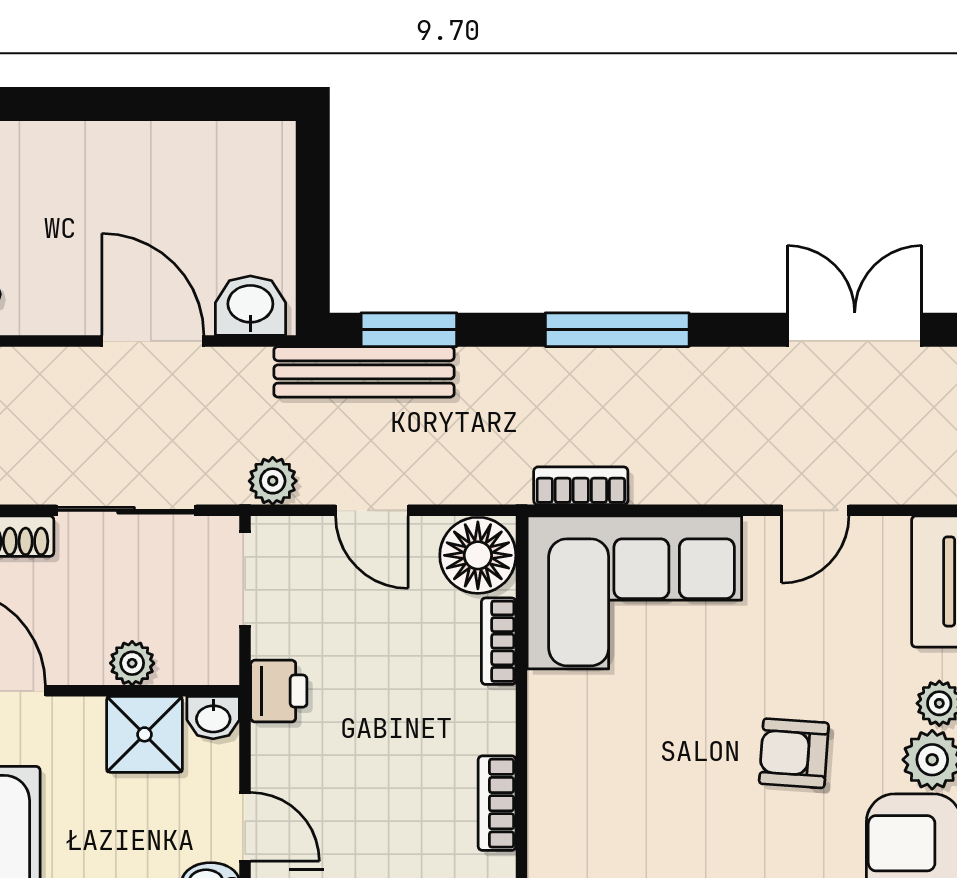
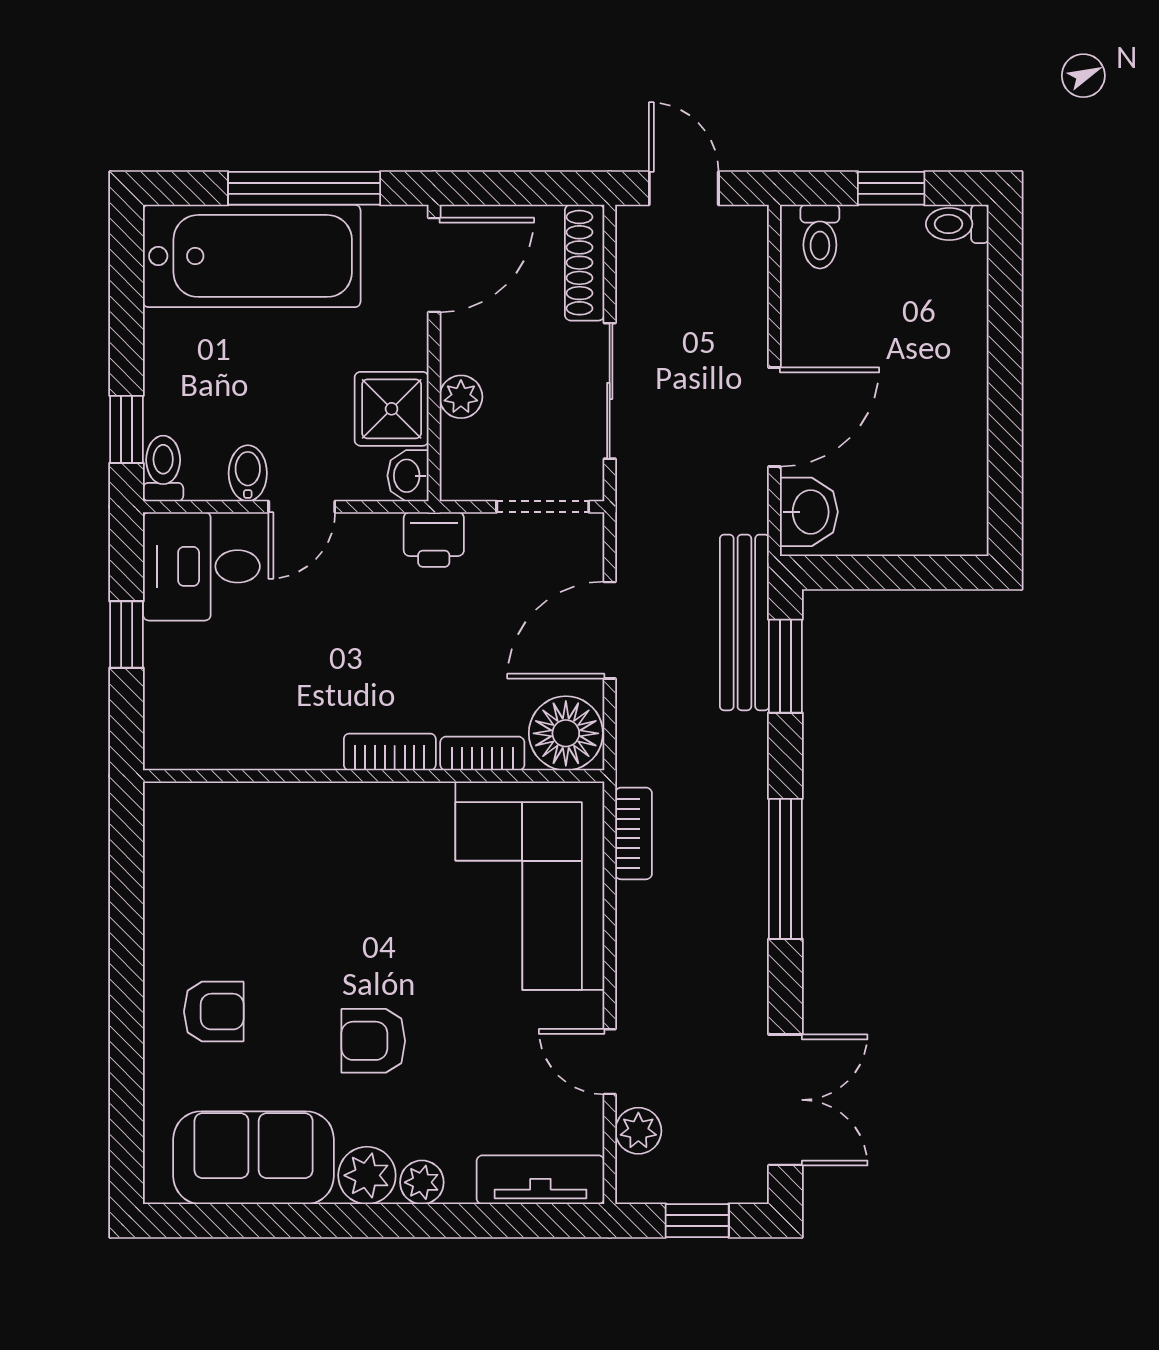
plant: (273, 481) -> (638, 1131), moved
door: (372, 510) -> (610, 630), width x1.38
armchair: (794, 753) -> (373, 1041), turned -94
bookcase: (497, 803) -> (390, 752), moved

